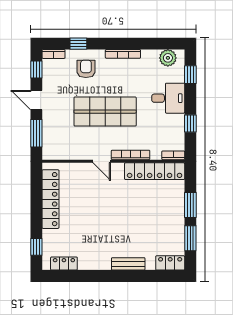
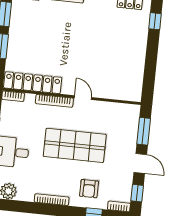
locker: (50, 199) -> (136, 66), removed

